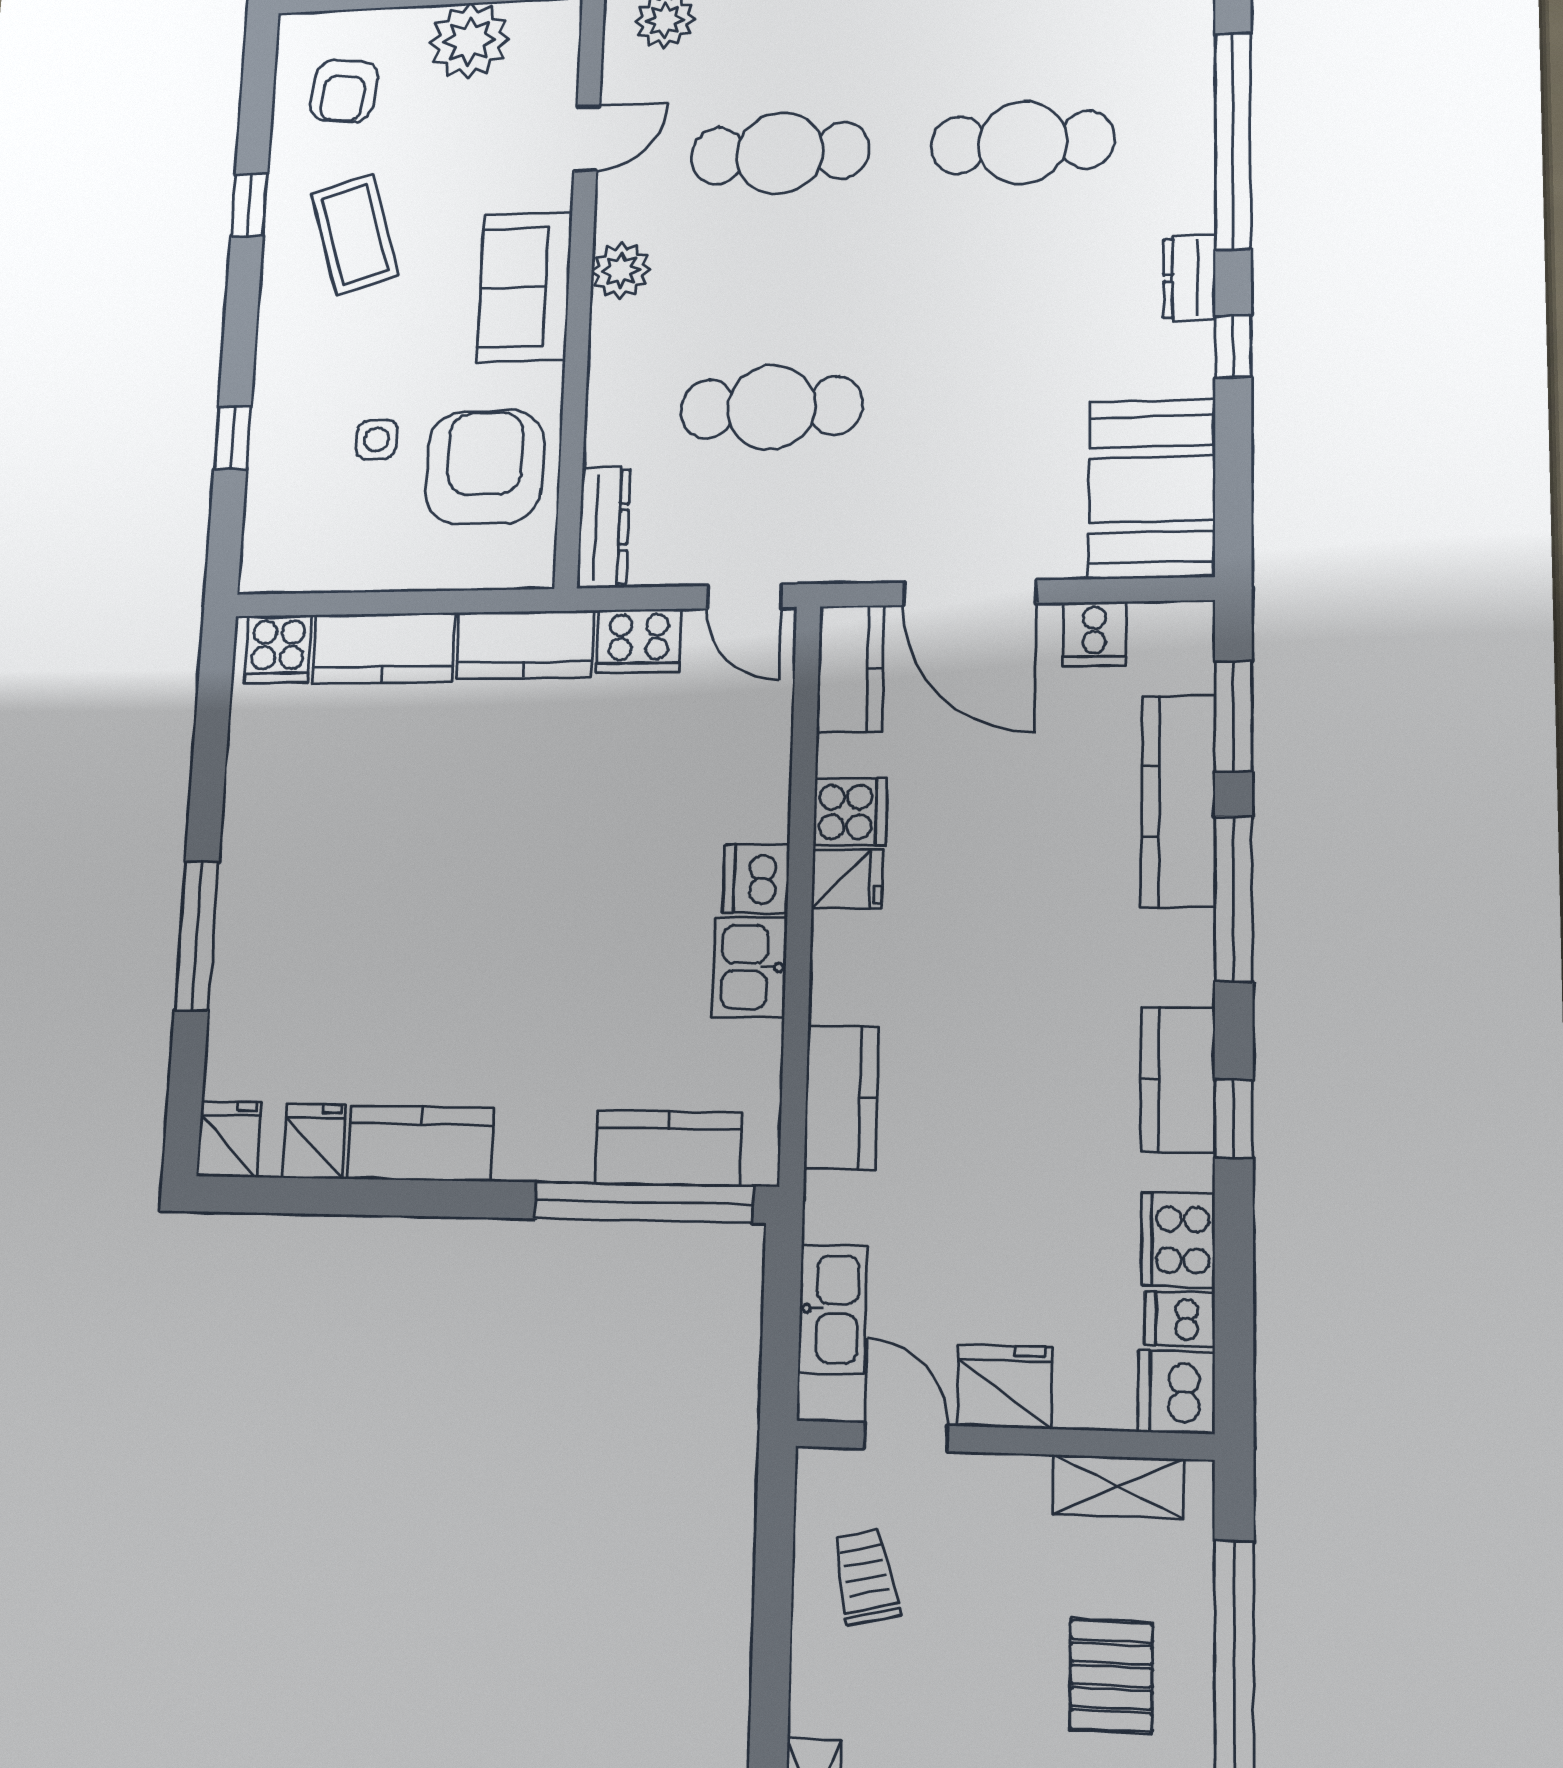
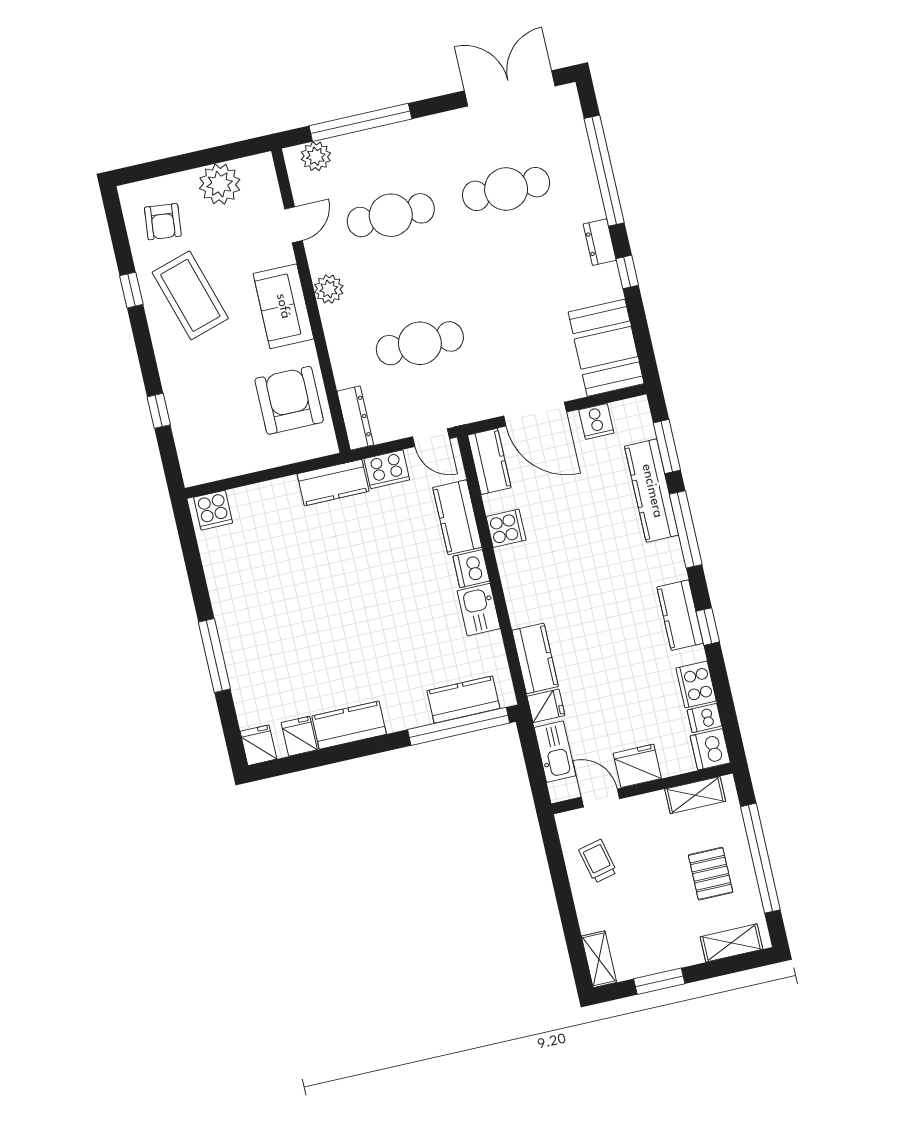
coffee table: (355, 234) -> (190, 295), width x1.36, depth x1.32
side table: (376, 440) -> (232, 397), removed
kitchen counter: (384, 648) -> (457, 517), moved, turned 90
fridge: (847, 879) -> (546, 706), moved

